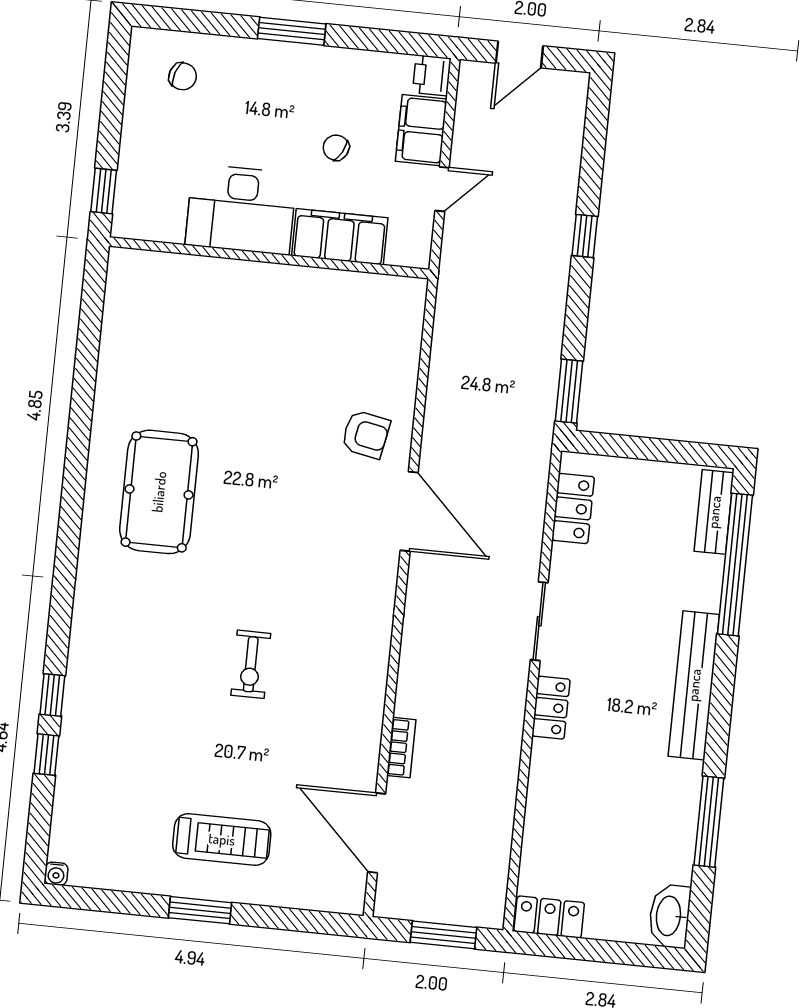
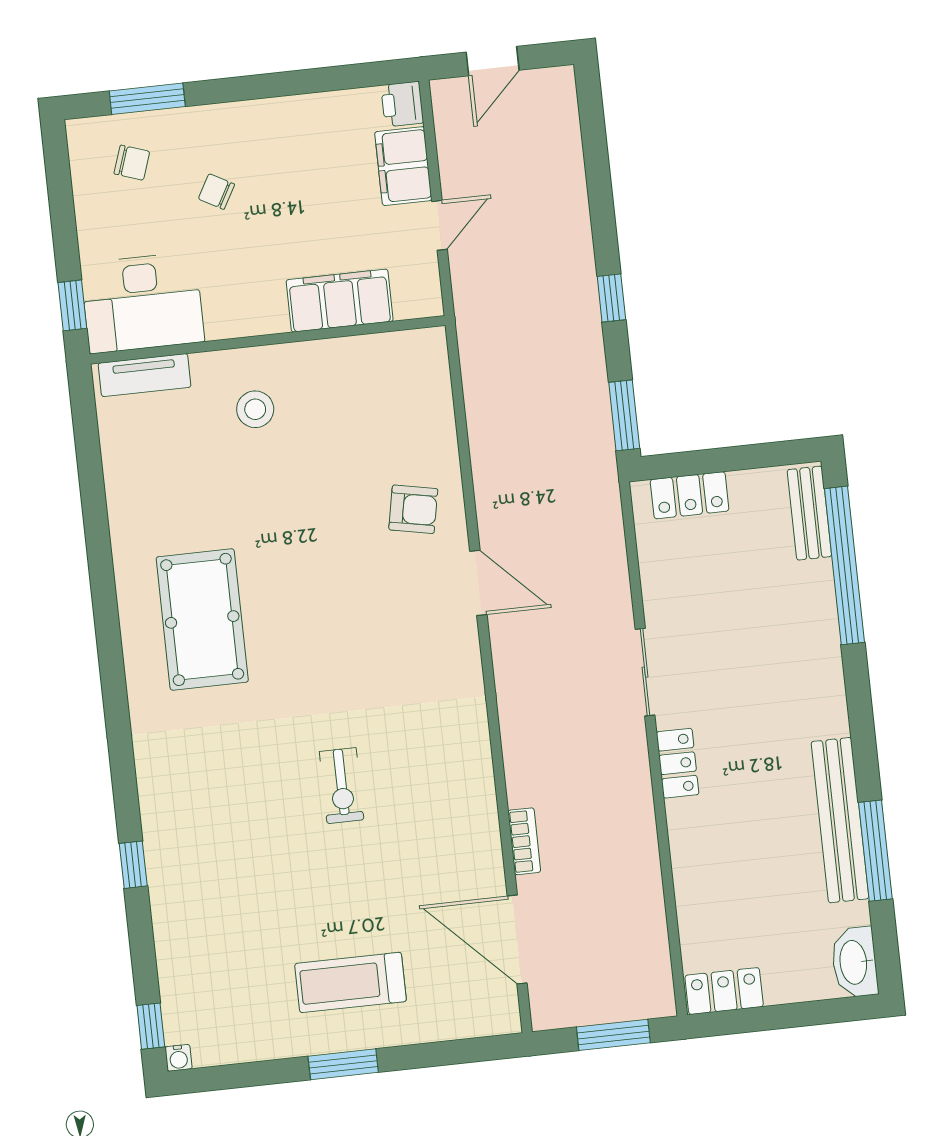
window: (292, 31) -> (147, 99), moved
chair: (336, 148) -> (216, 192), moved
desk: (241, 209) -> (142, 303), moved
window: (585, 236) -> (611, 298), moved
tv unit: (154, 266) -> (145, 375), added
stool: (245, 317) -> (255, 409), added
locker: (573, 508) -> (690, 495), moved, turned 90
door: (409, 511) -> (478, 583), width x0.73
bench: (694, 685) -> (840, 820), moved
window: (46, 755) -> (151, 1026), moved
treadmill: (222, 839) -> (351, 982), turned 180

